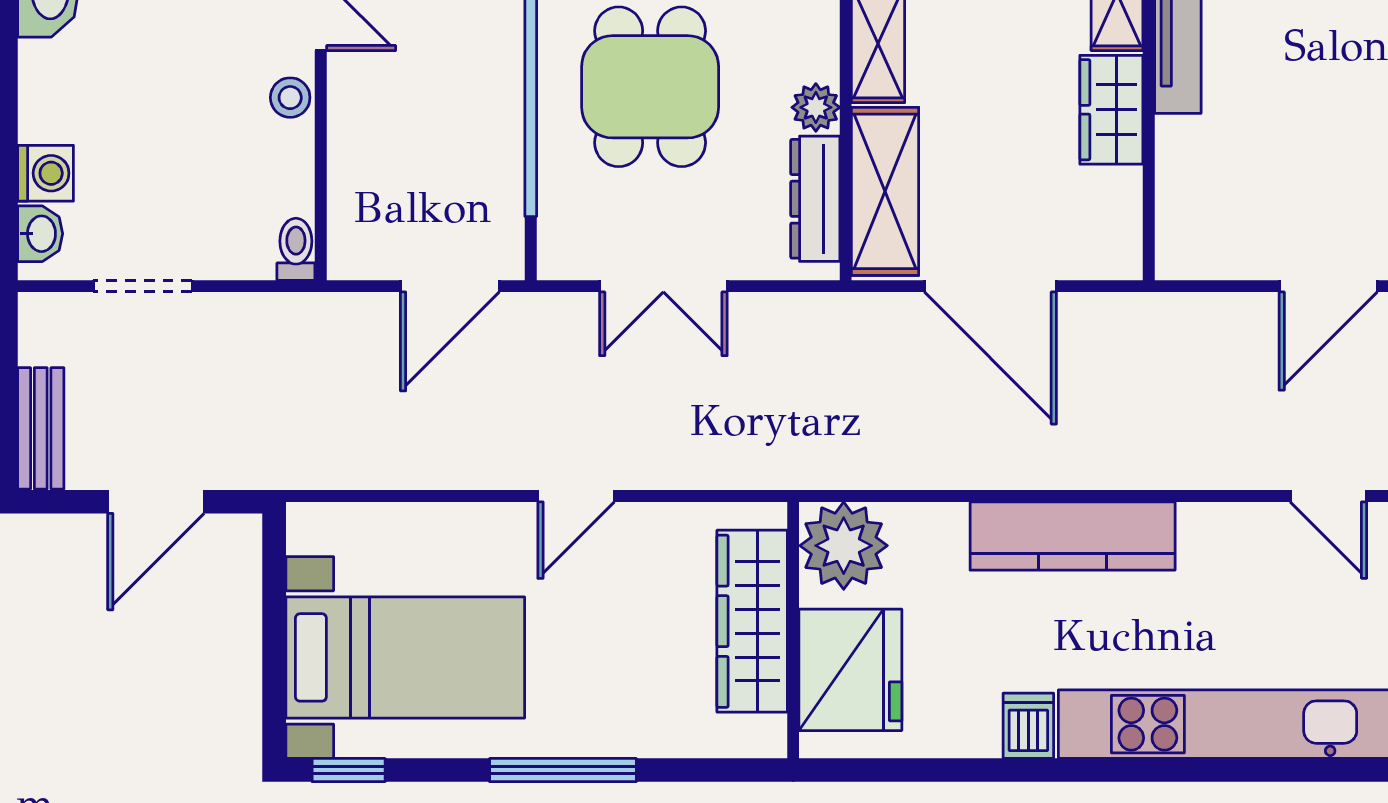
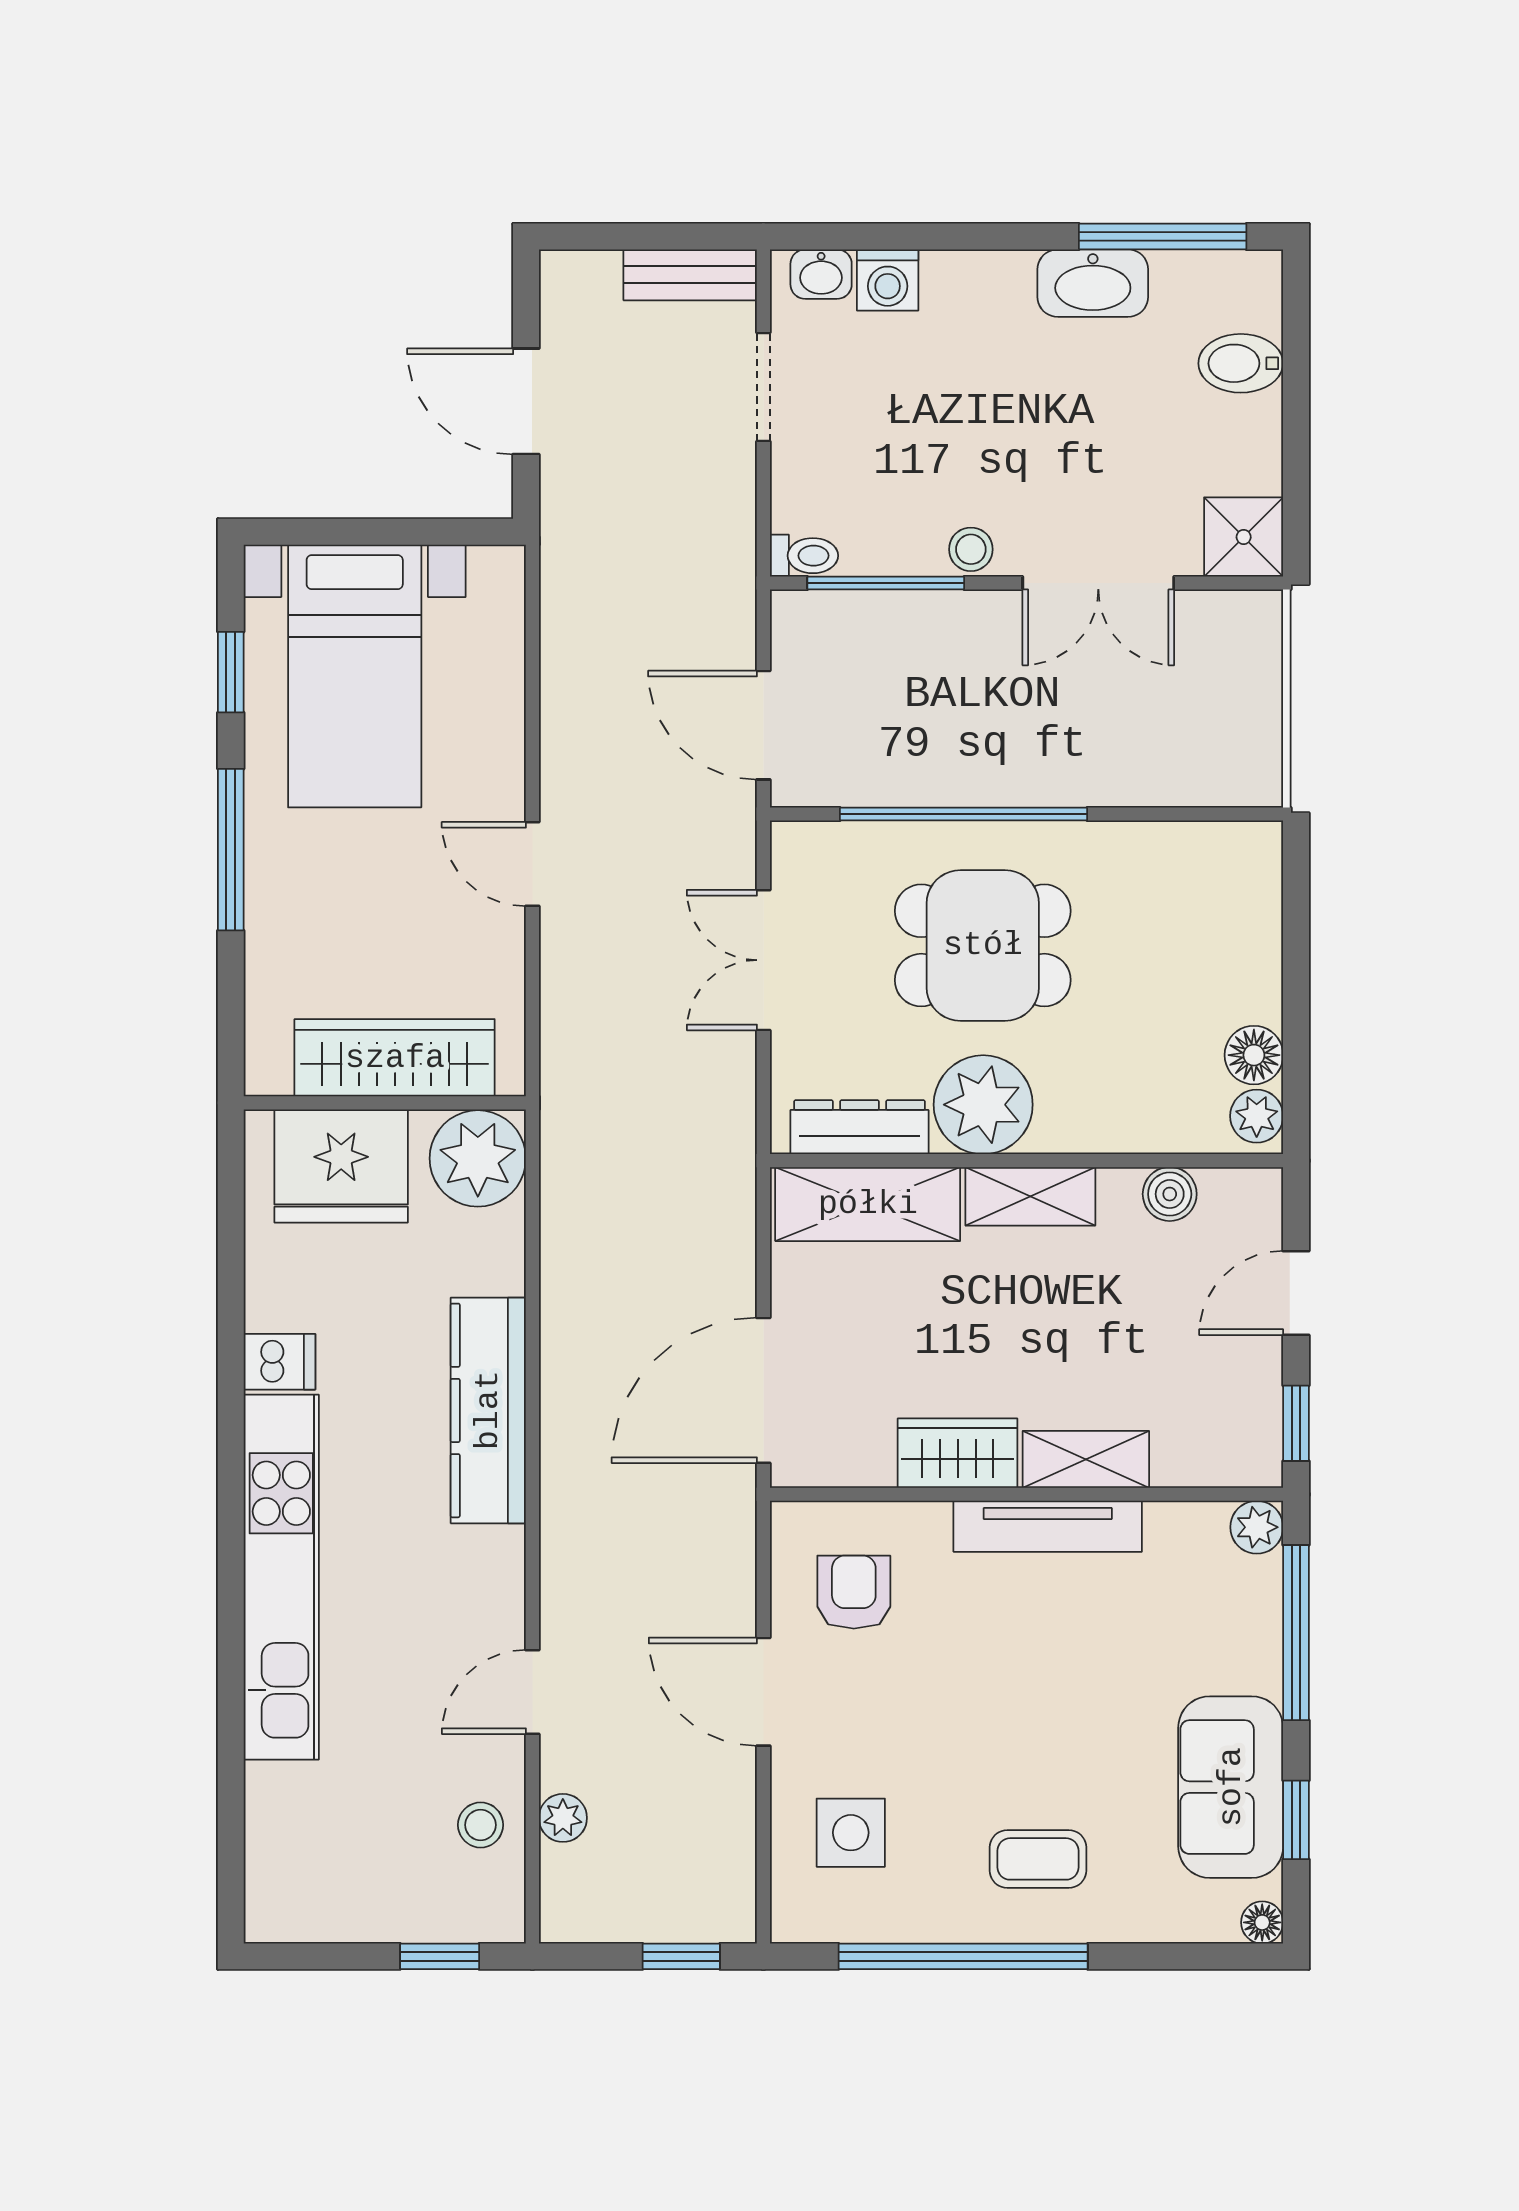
plant: (816, 107) -> (983, 1105), width x1.88, depth x1.88
window: (321, 175) -> (886, 583), added
armchair: (1238, 204) -> (854, 1592), added
door: (990, 286) -> (763, 1390), moved
bench: (41, 428) -> (690, 275), moved
window: (349, 770) -> (231, 672), moved

